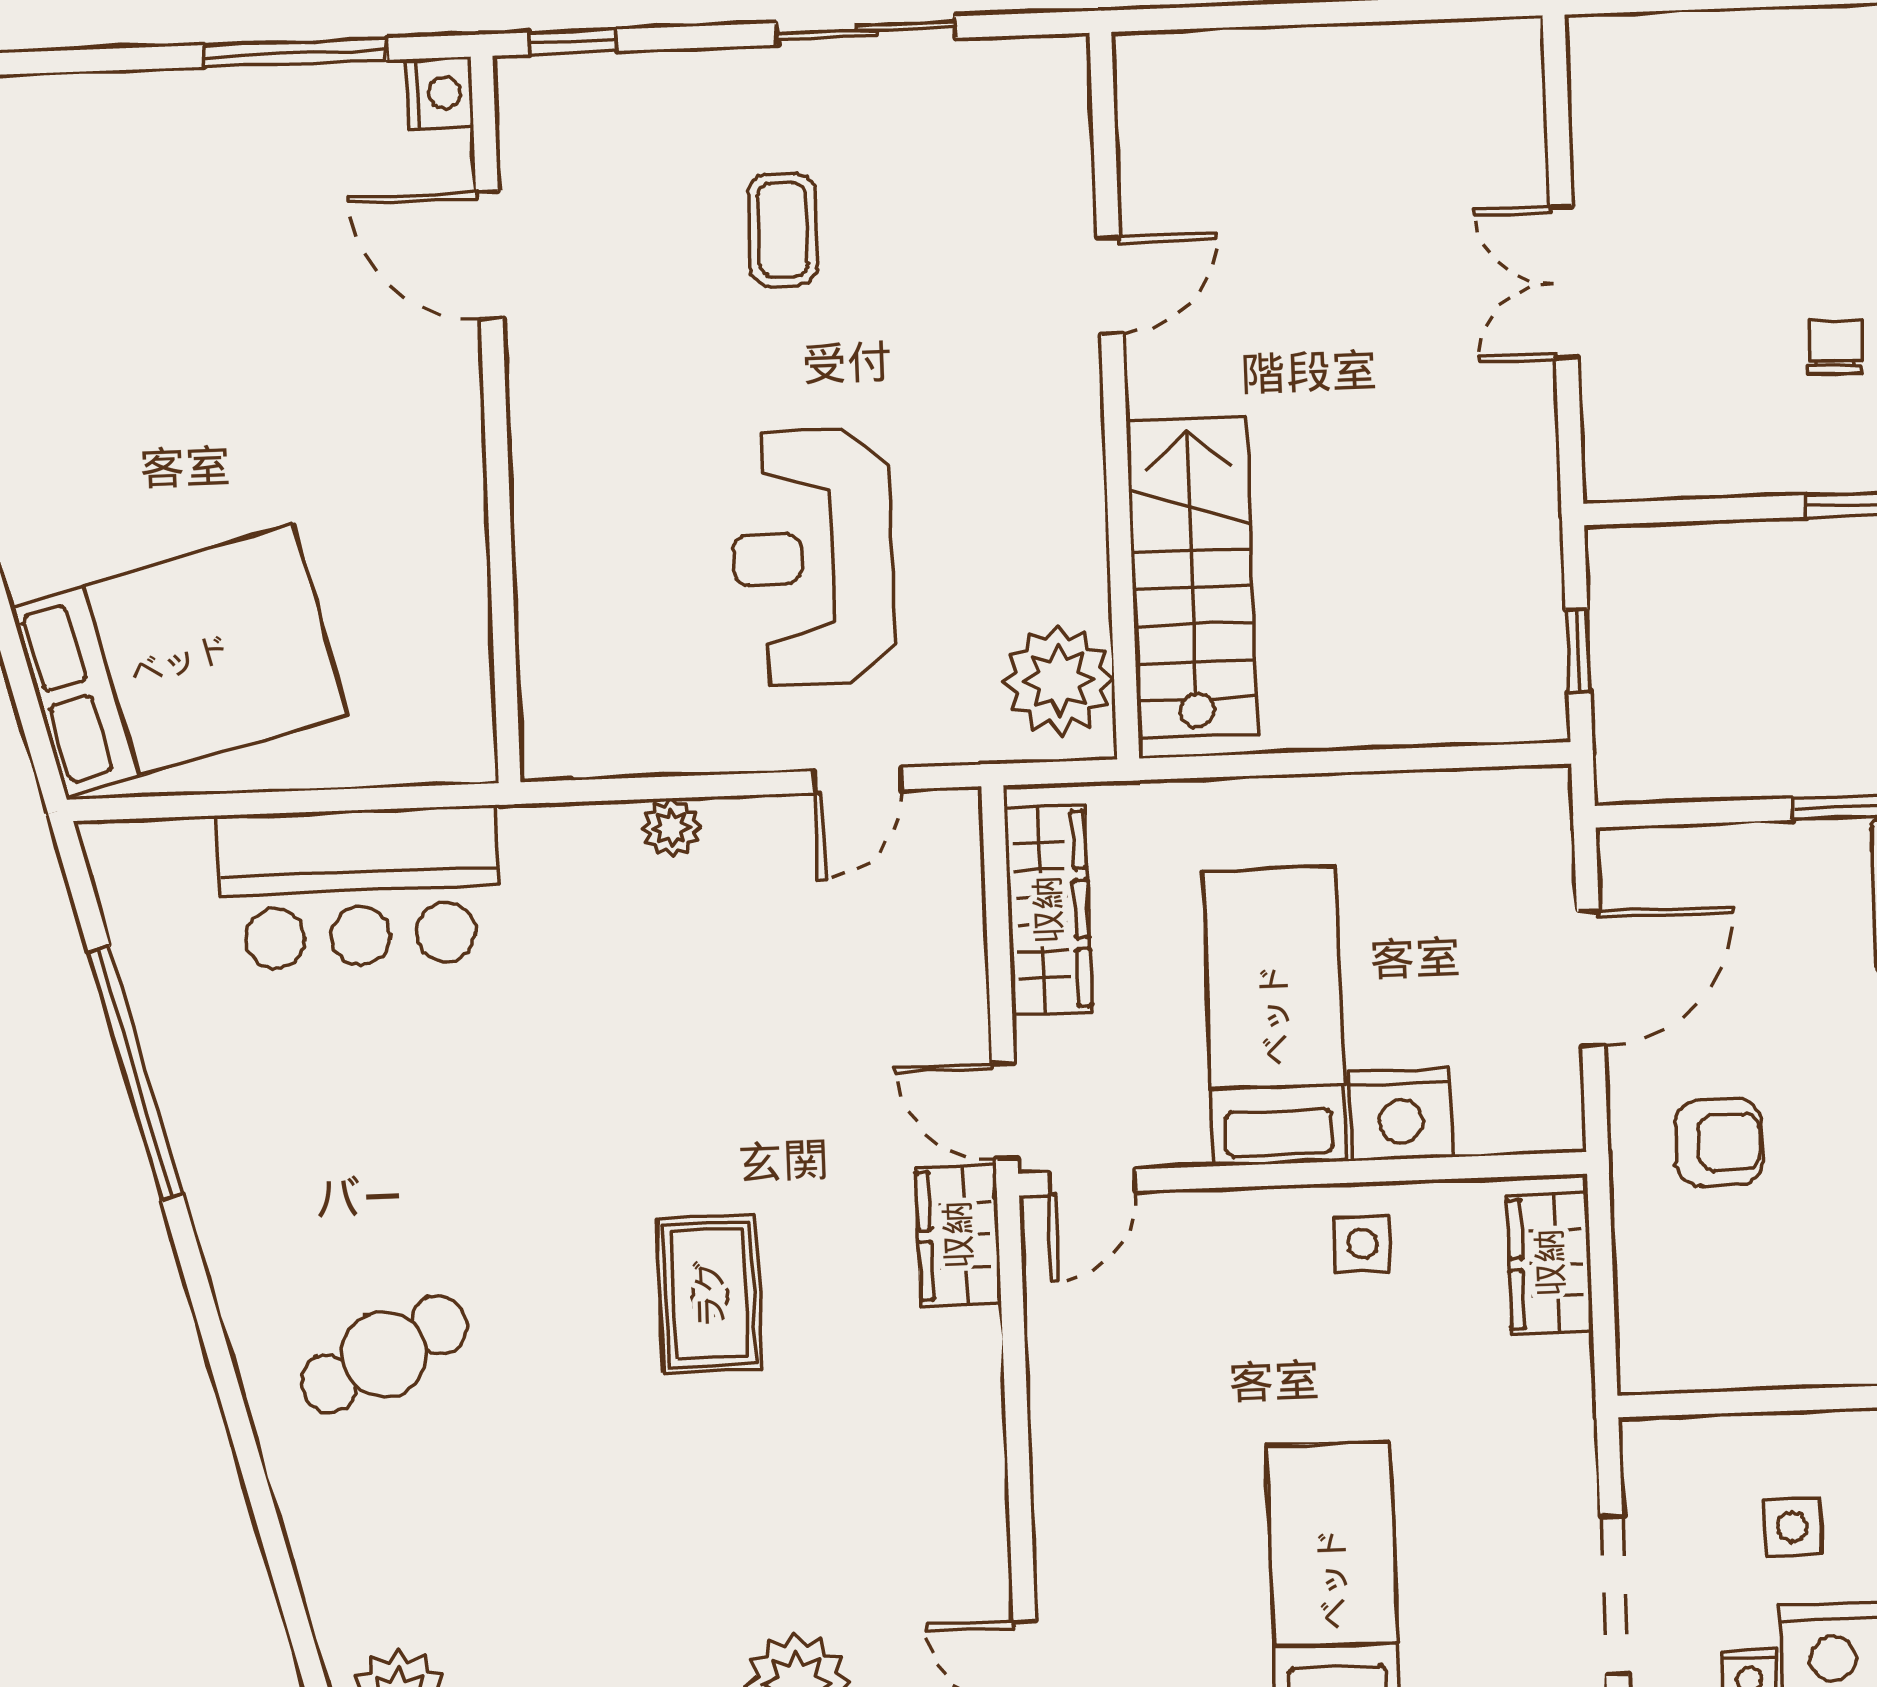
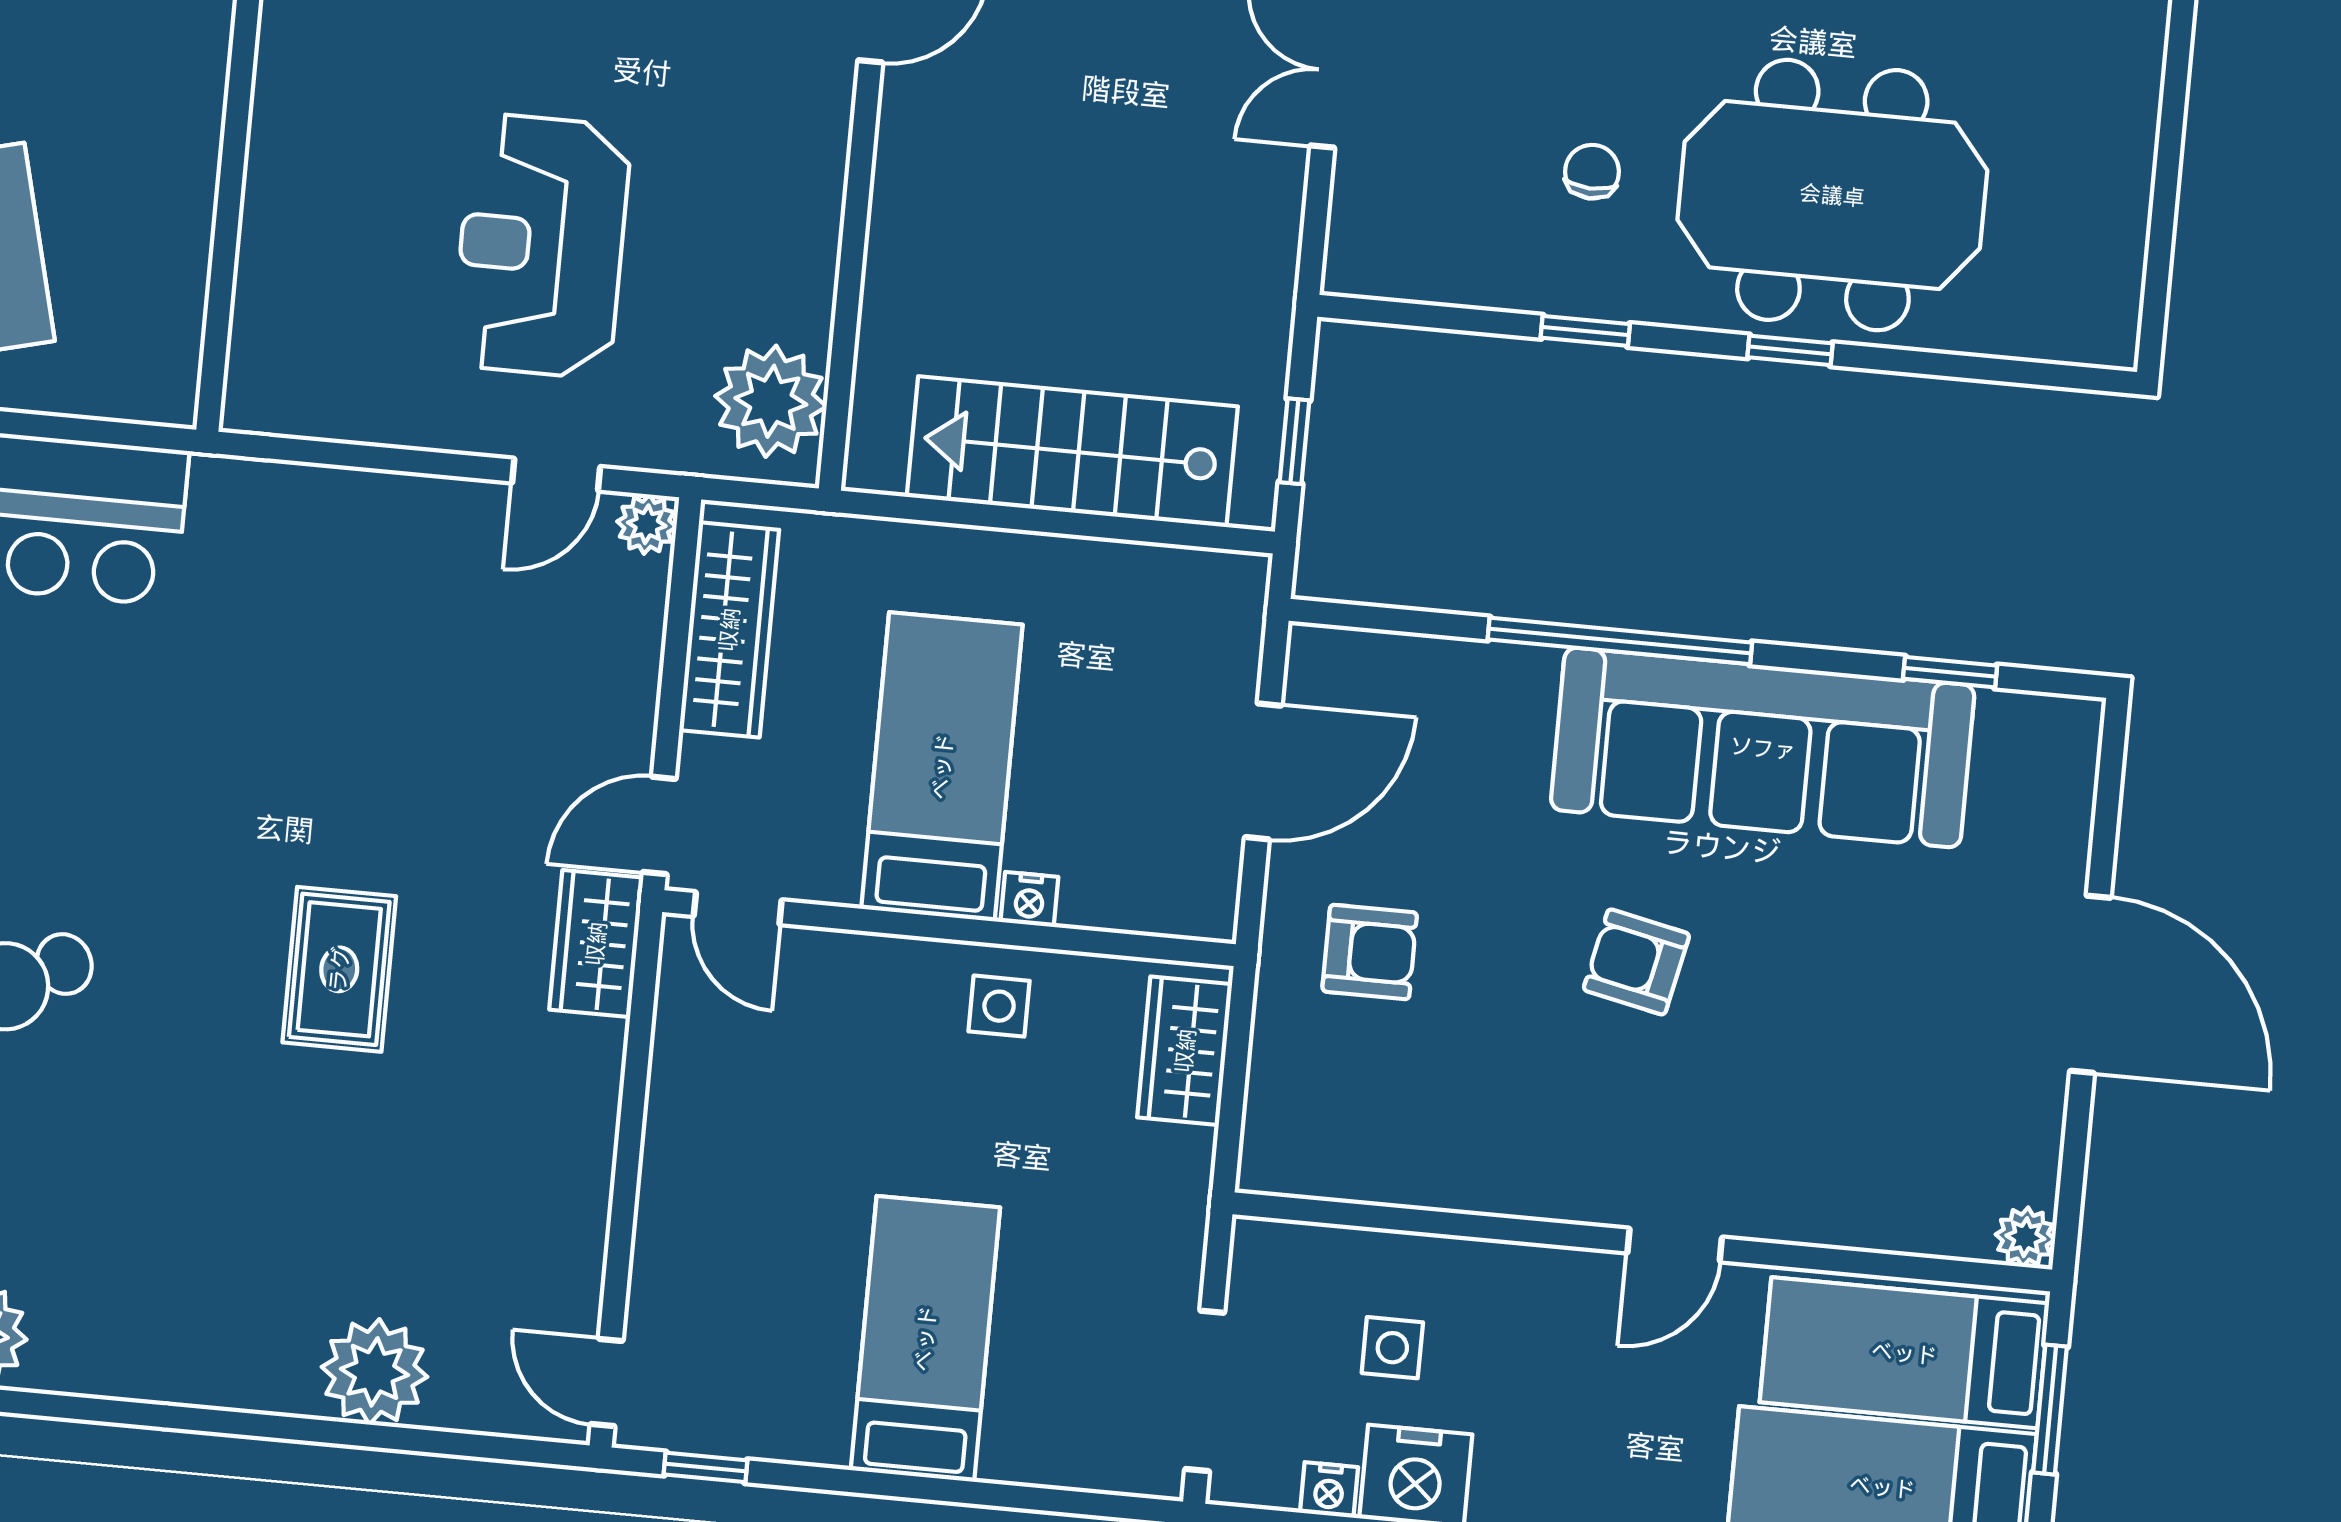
stairs: (1192, 577) -> (1072, 452), moved, turned -90
plant: (672, 828) -> (647, 524), moved
door: (1005, 1111) -> (659, 825), hinge flipped
nightstand: (1401, 1114) -> (1029, 899), width x0.53, depth x0.56
door: (1093, 1182) -> (738, 908), hinge flipped

